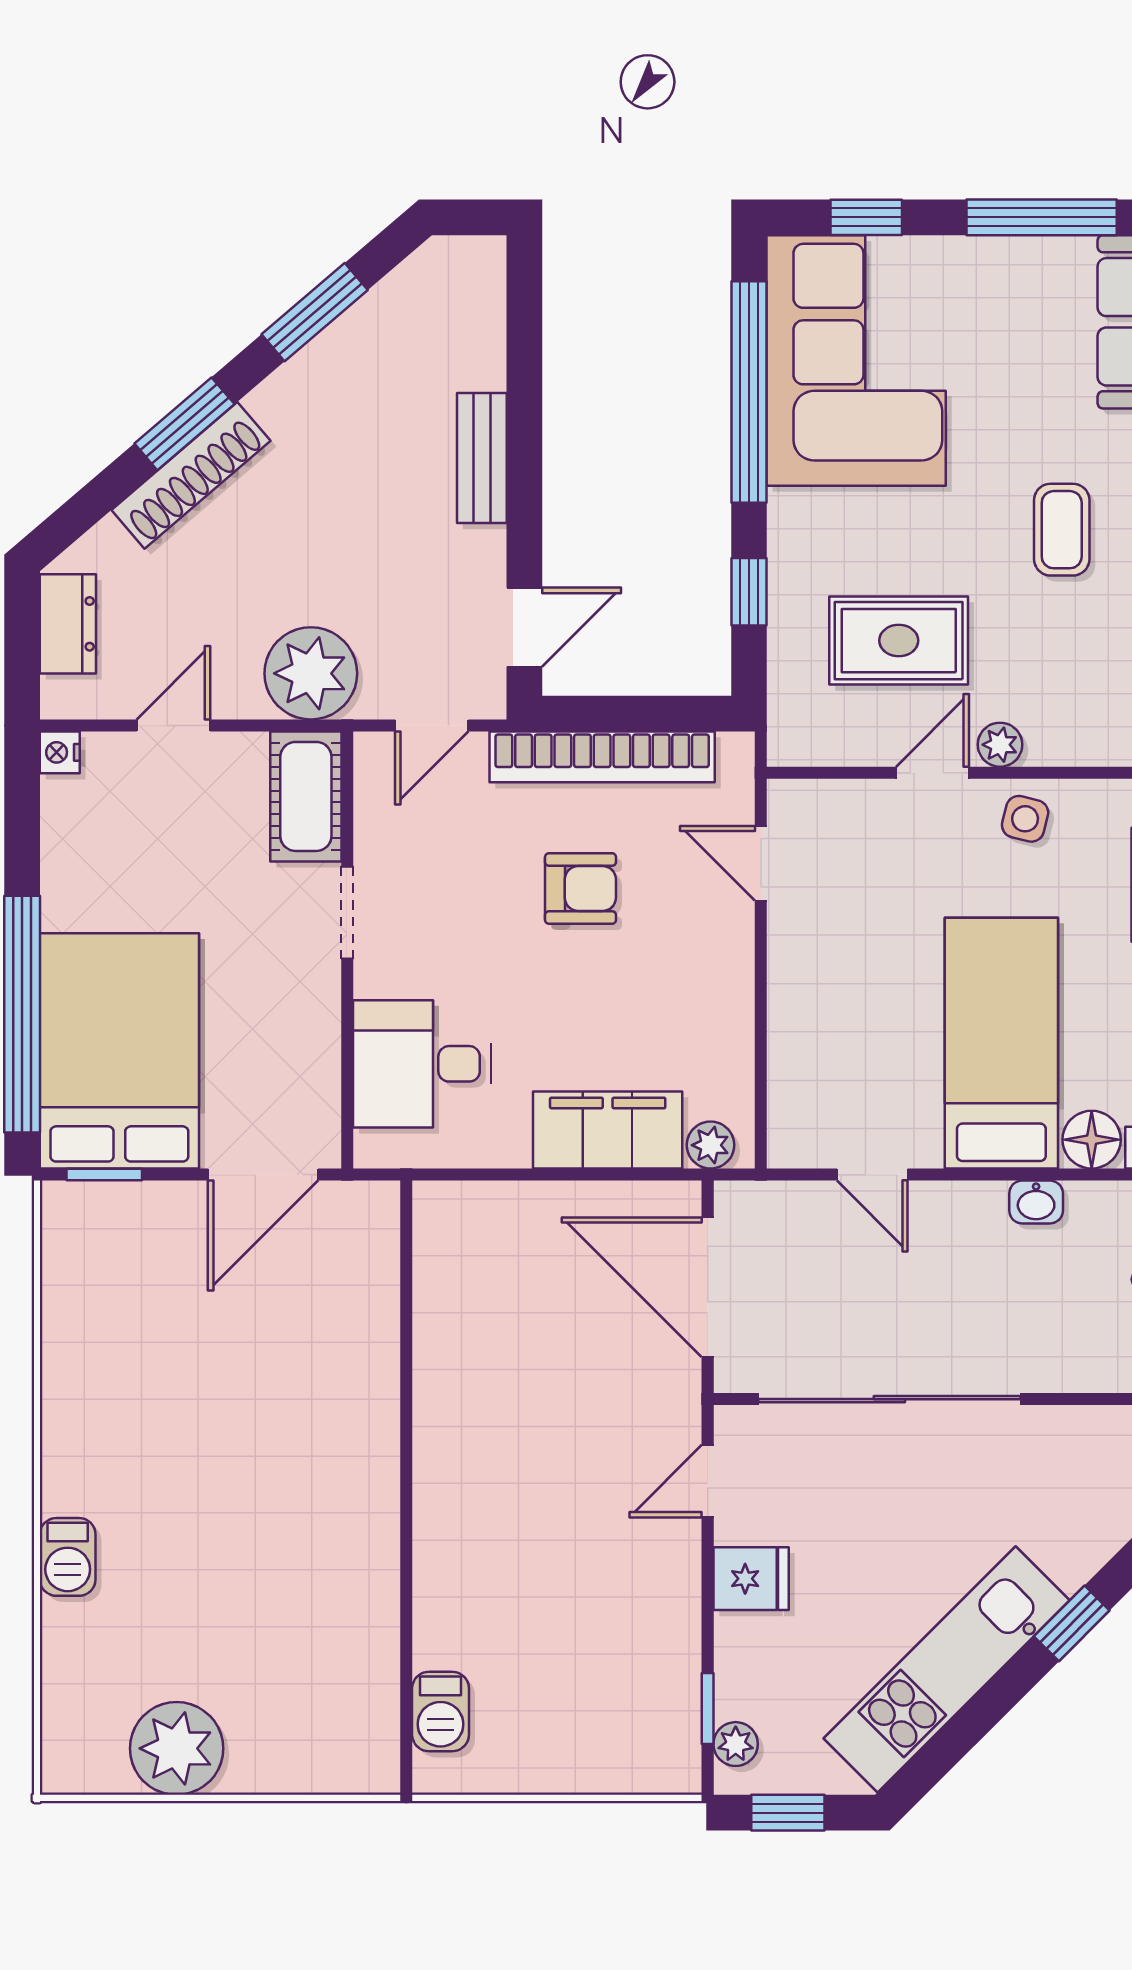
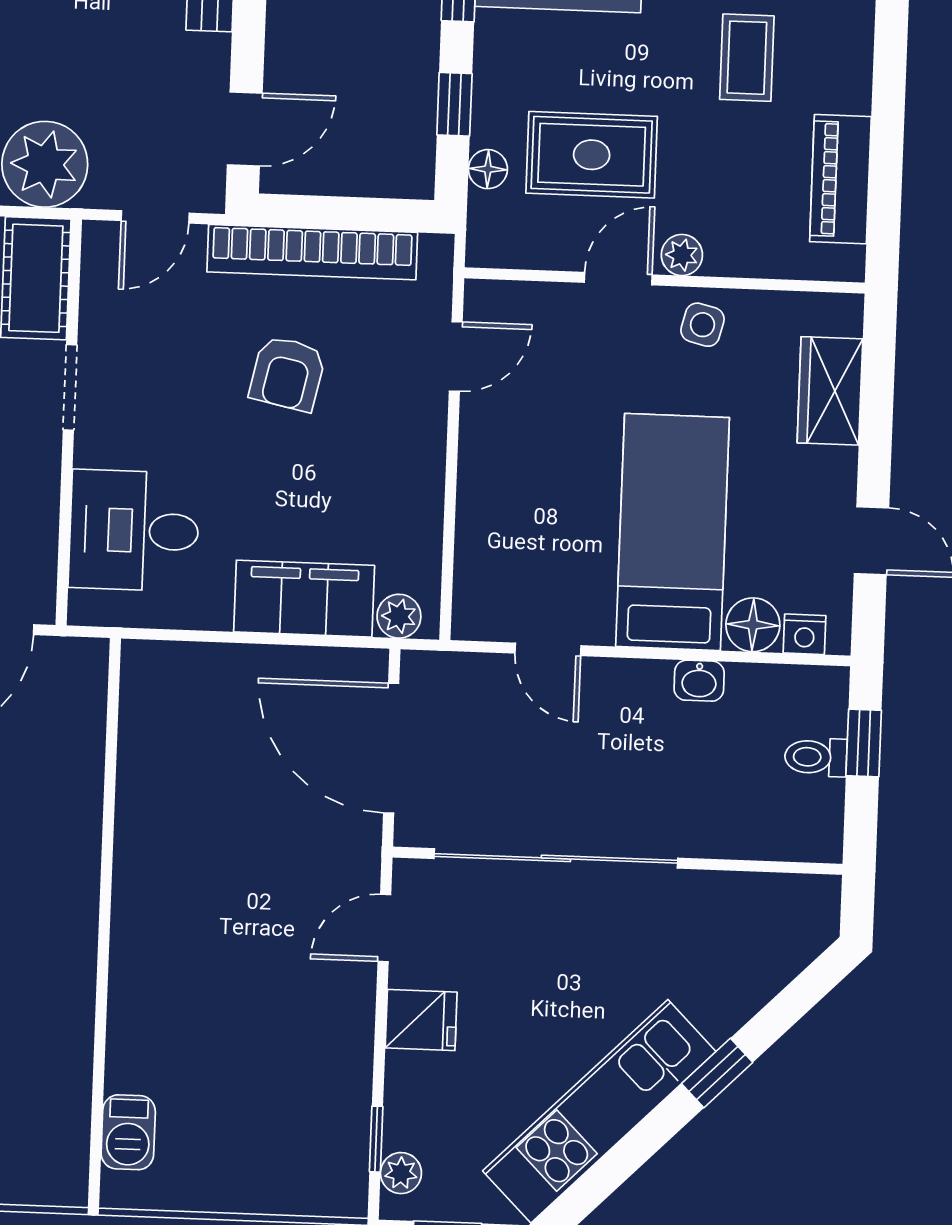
floor lamp: (788, 660) -> (488, 169), added
door: (761, 863) -> (456, 357), swing flipped
armchair: (581, 889) -> (287, 374), turned 102

